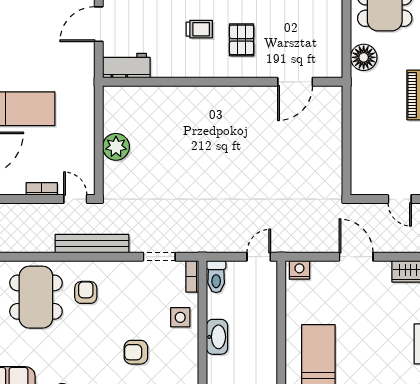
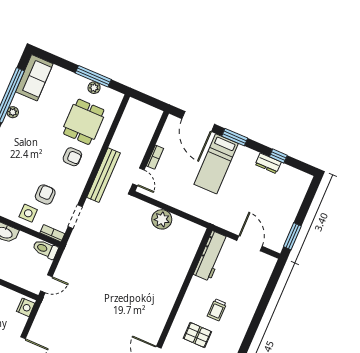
workbench: (126, 66) -> (211, 256), width x1.37
door: (75, 199) -> (138, 177), hinge flipped
door: (259, 257) -> (46, 284), hinge flipped
dining table: (36, 297) -> (84, 122), width x0.73
armchair: (136, 352) -> (45, 195), moved

